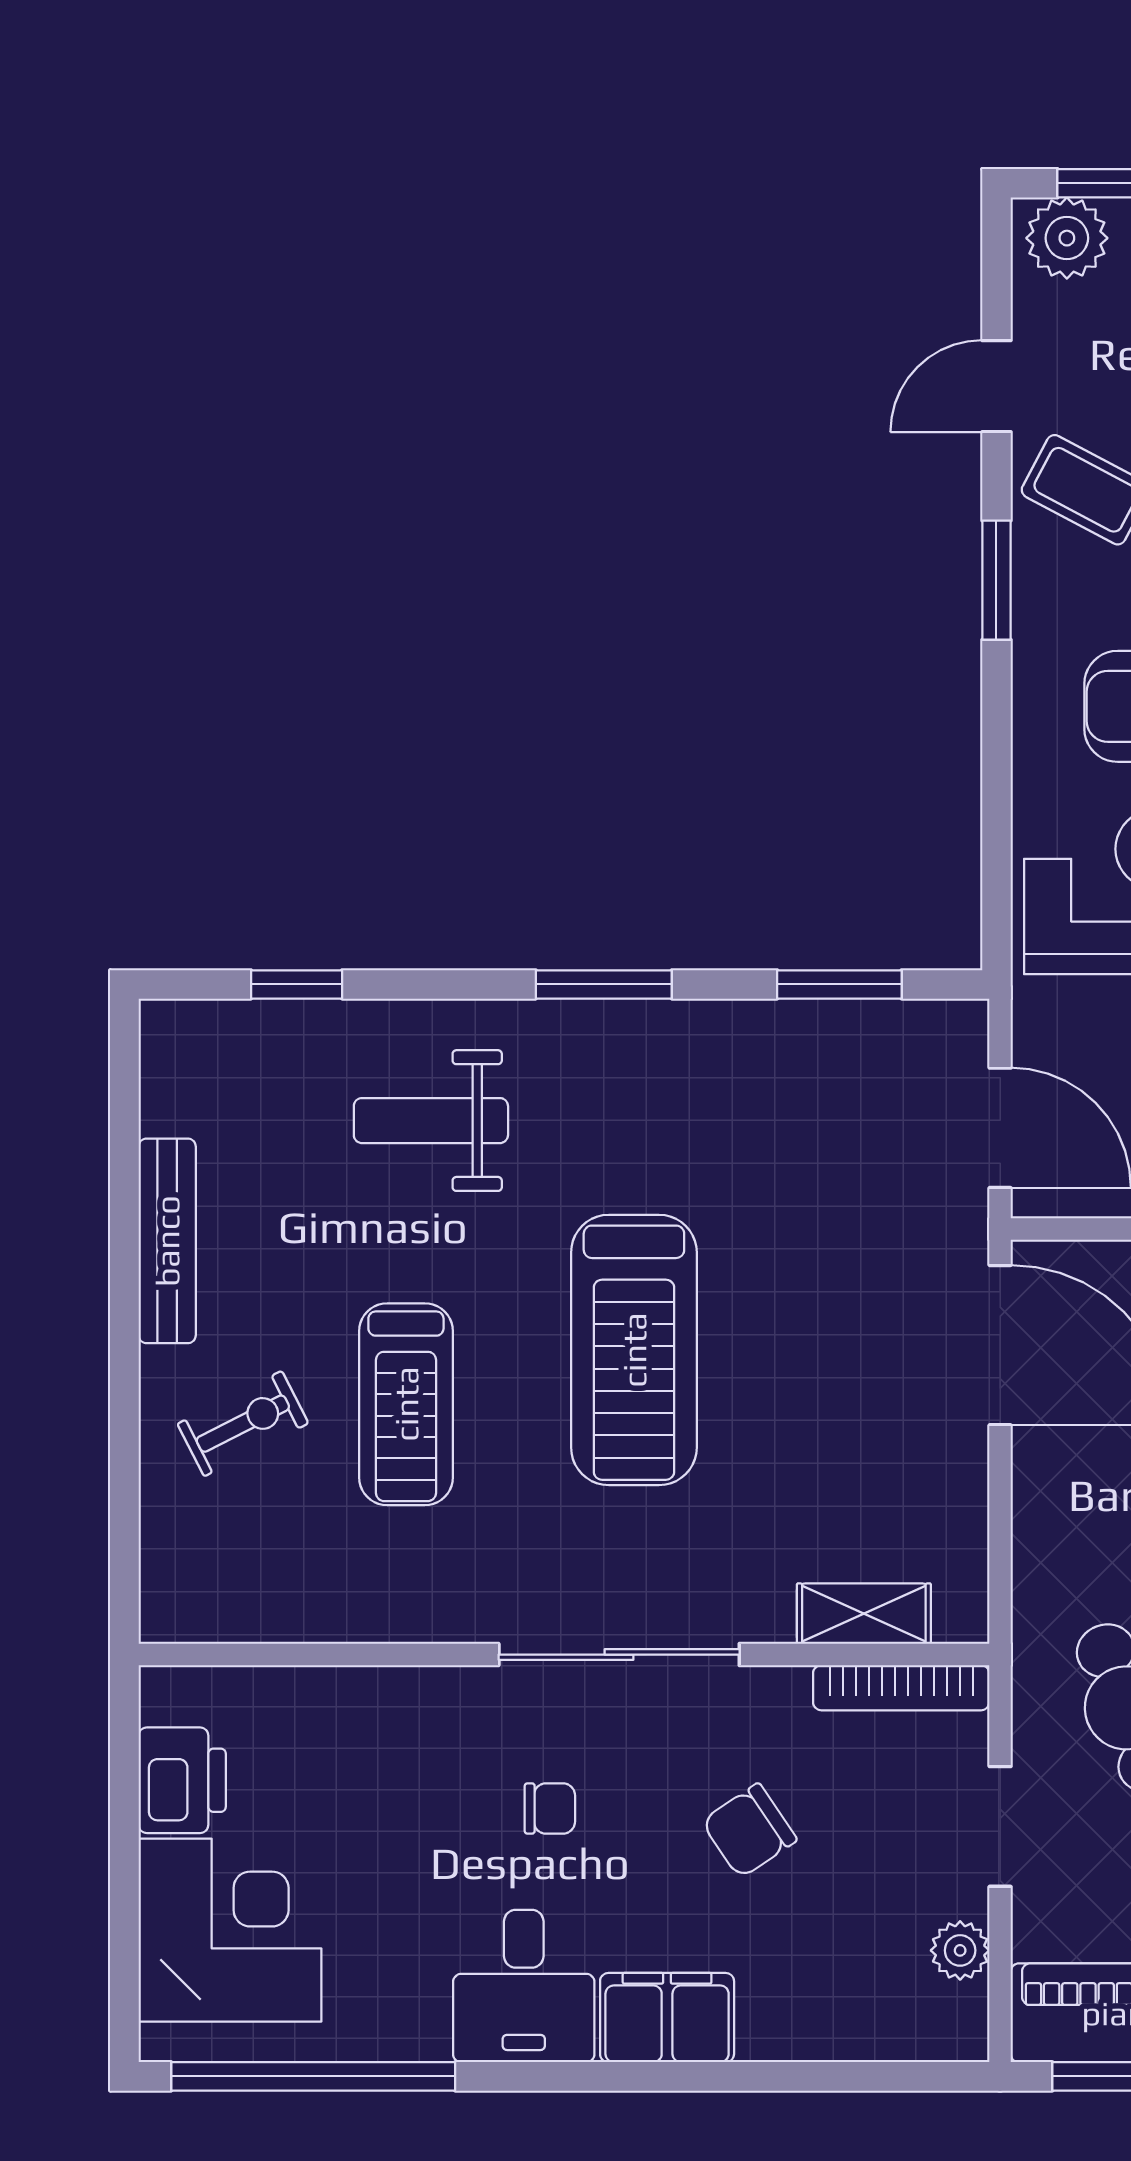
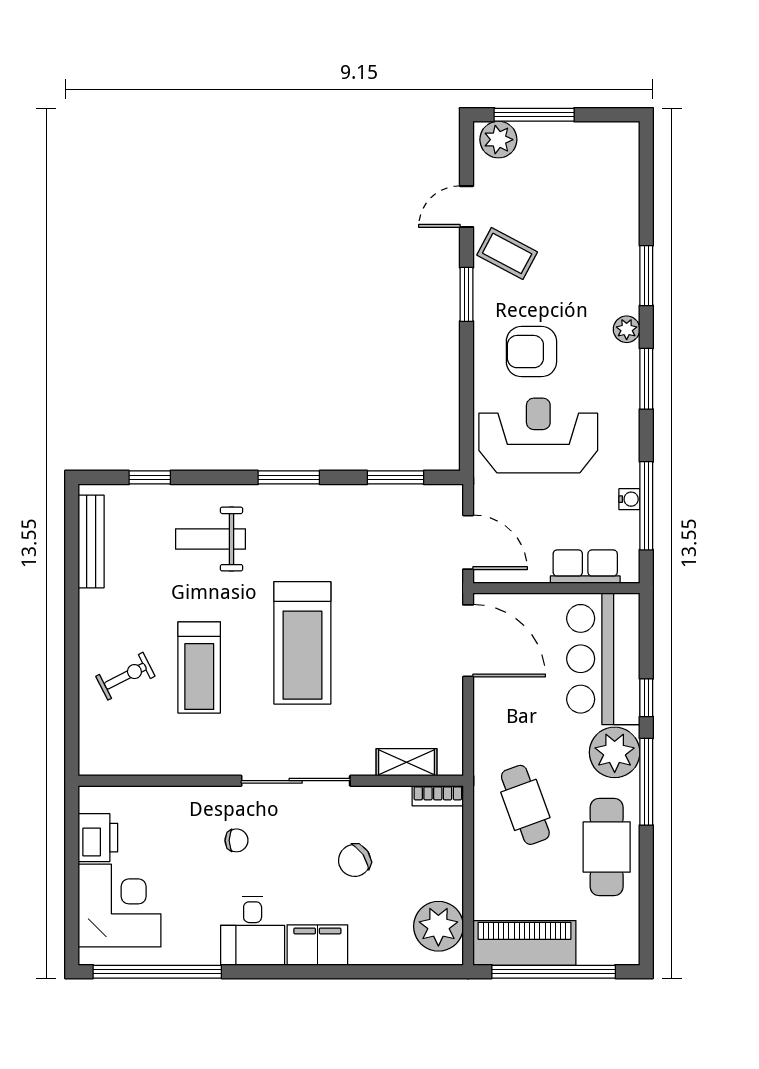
bench: (167, 1241) -> (91, 541), moved
bookcase: (901, 1688) -> (438, 796), width x0.64
chair: (550, 1809) -> (236, 840), moved
doorway: (1000, 1826) -> (468, 859), removed
plant: (960, 1950) -> (438, 926), width x1.88, depth x1.88

